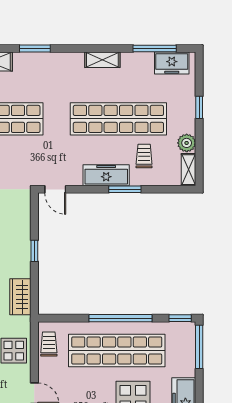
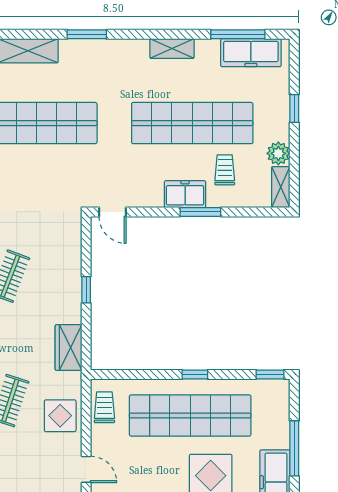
freezer: (172, 63) -> (251, 53), width x1.40
freezer: (106, 175) -> (185, 194), width x0.71
window: (120, 318) -> (195, 375), width x0.32
window: (199, 347) -> (294, 448), moved

